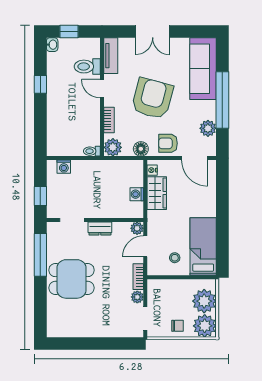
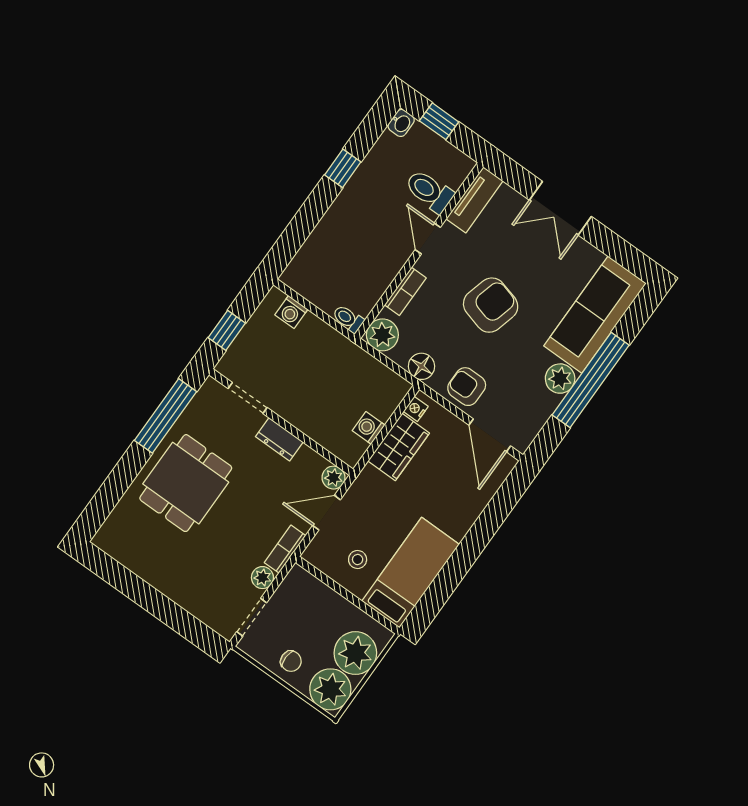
armchair: (152, 98) -> (491, 305), width x0.73, depth x0.73
plant: (208, 128) -> (560, 379), moved
dining table: (72, 279) -> (186, 483), turned 90

